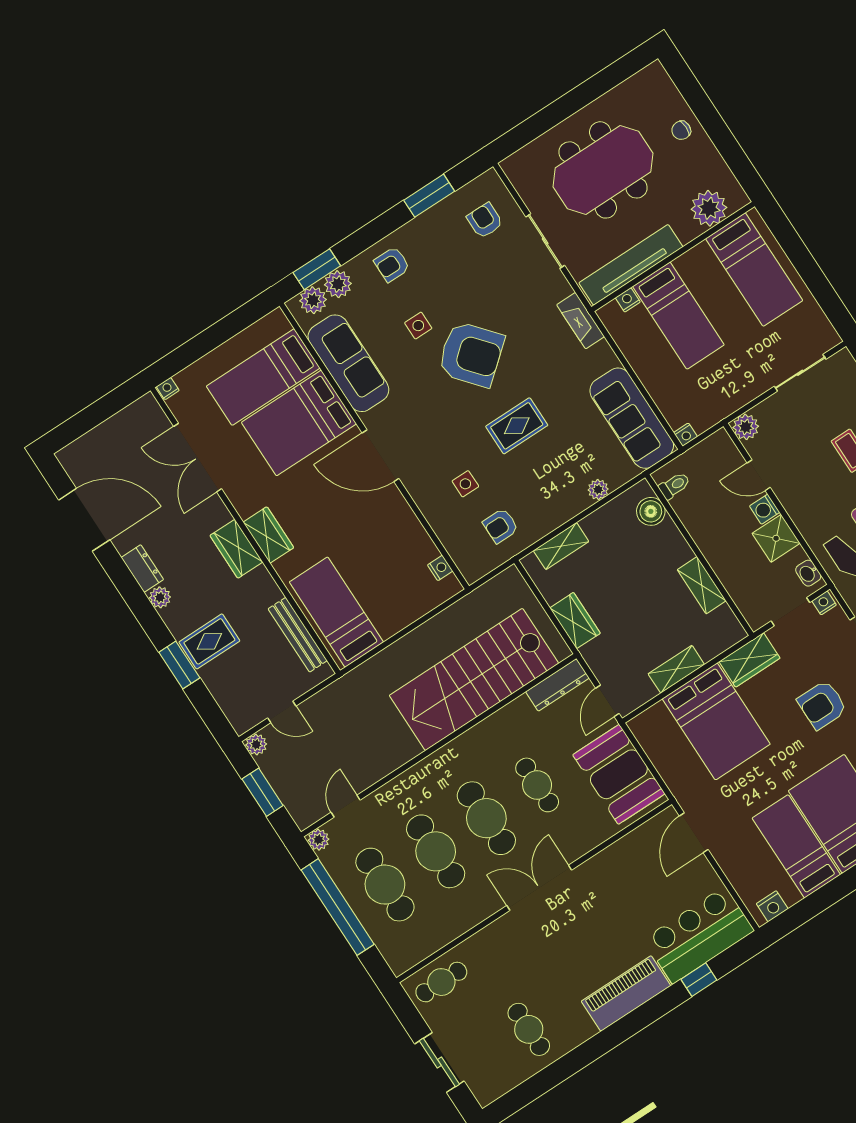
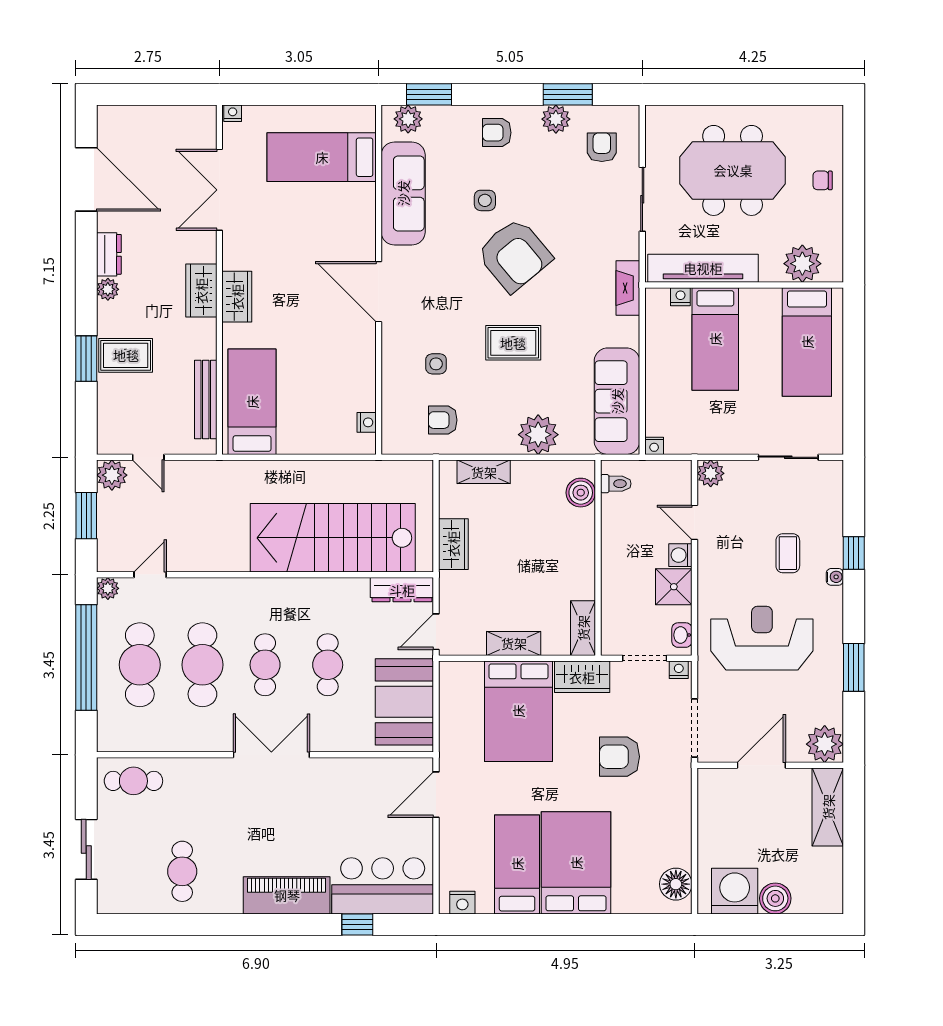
plant: (338, 284) -> (556, 119), moved
bed: (299, 423) -> (327, 217), removed
plant: (598, 490) -> (538, 435), width x1.87, depth x1.87
shelving: (702, 585) -> (583, 628), moved
plant: (256, 745) -> (112, 475), width x1.38, depth x1.38
cafe table: (486, 818) -> (265, 665), width x0.73, depth x0.74

